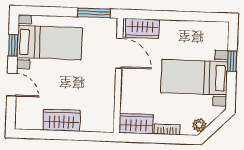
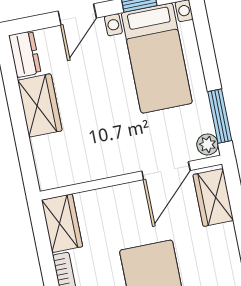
plant: (109, 24) -> (208, 144), added
dresser: (28, 122) -> (25, 54), added

